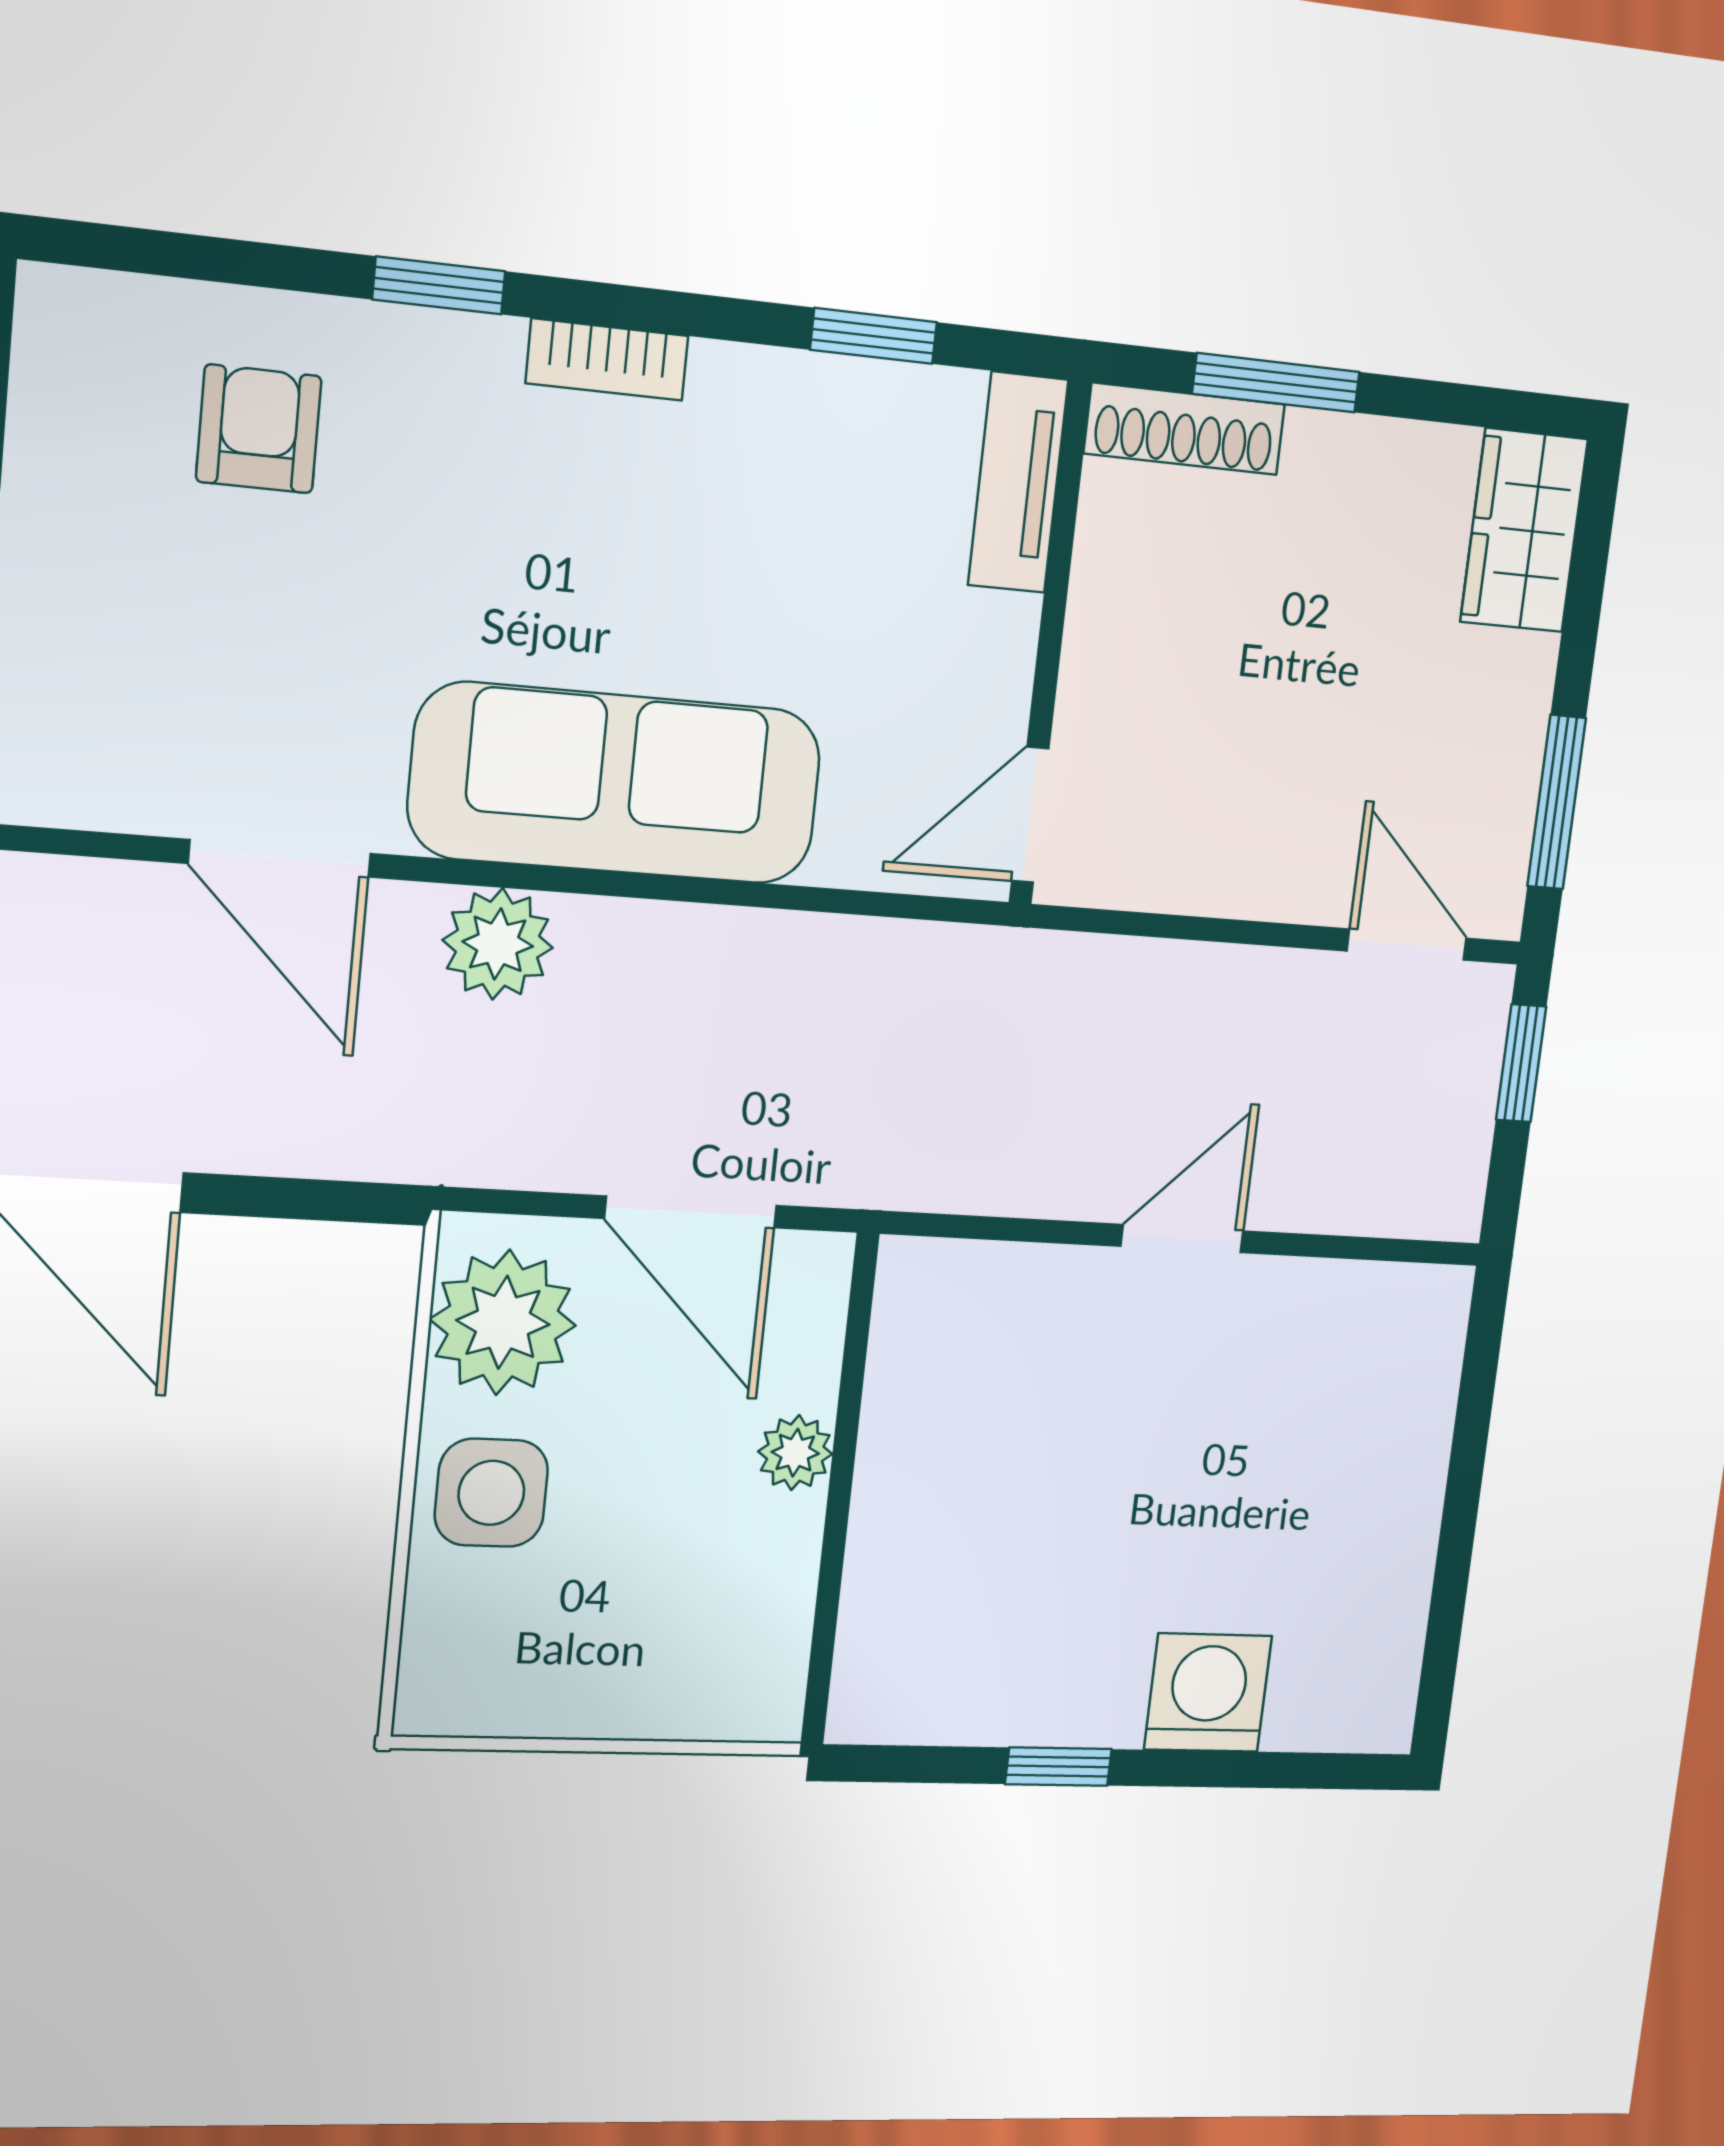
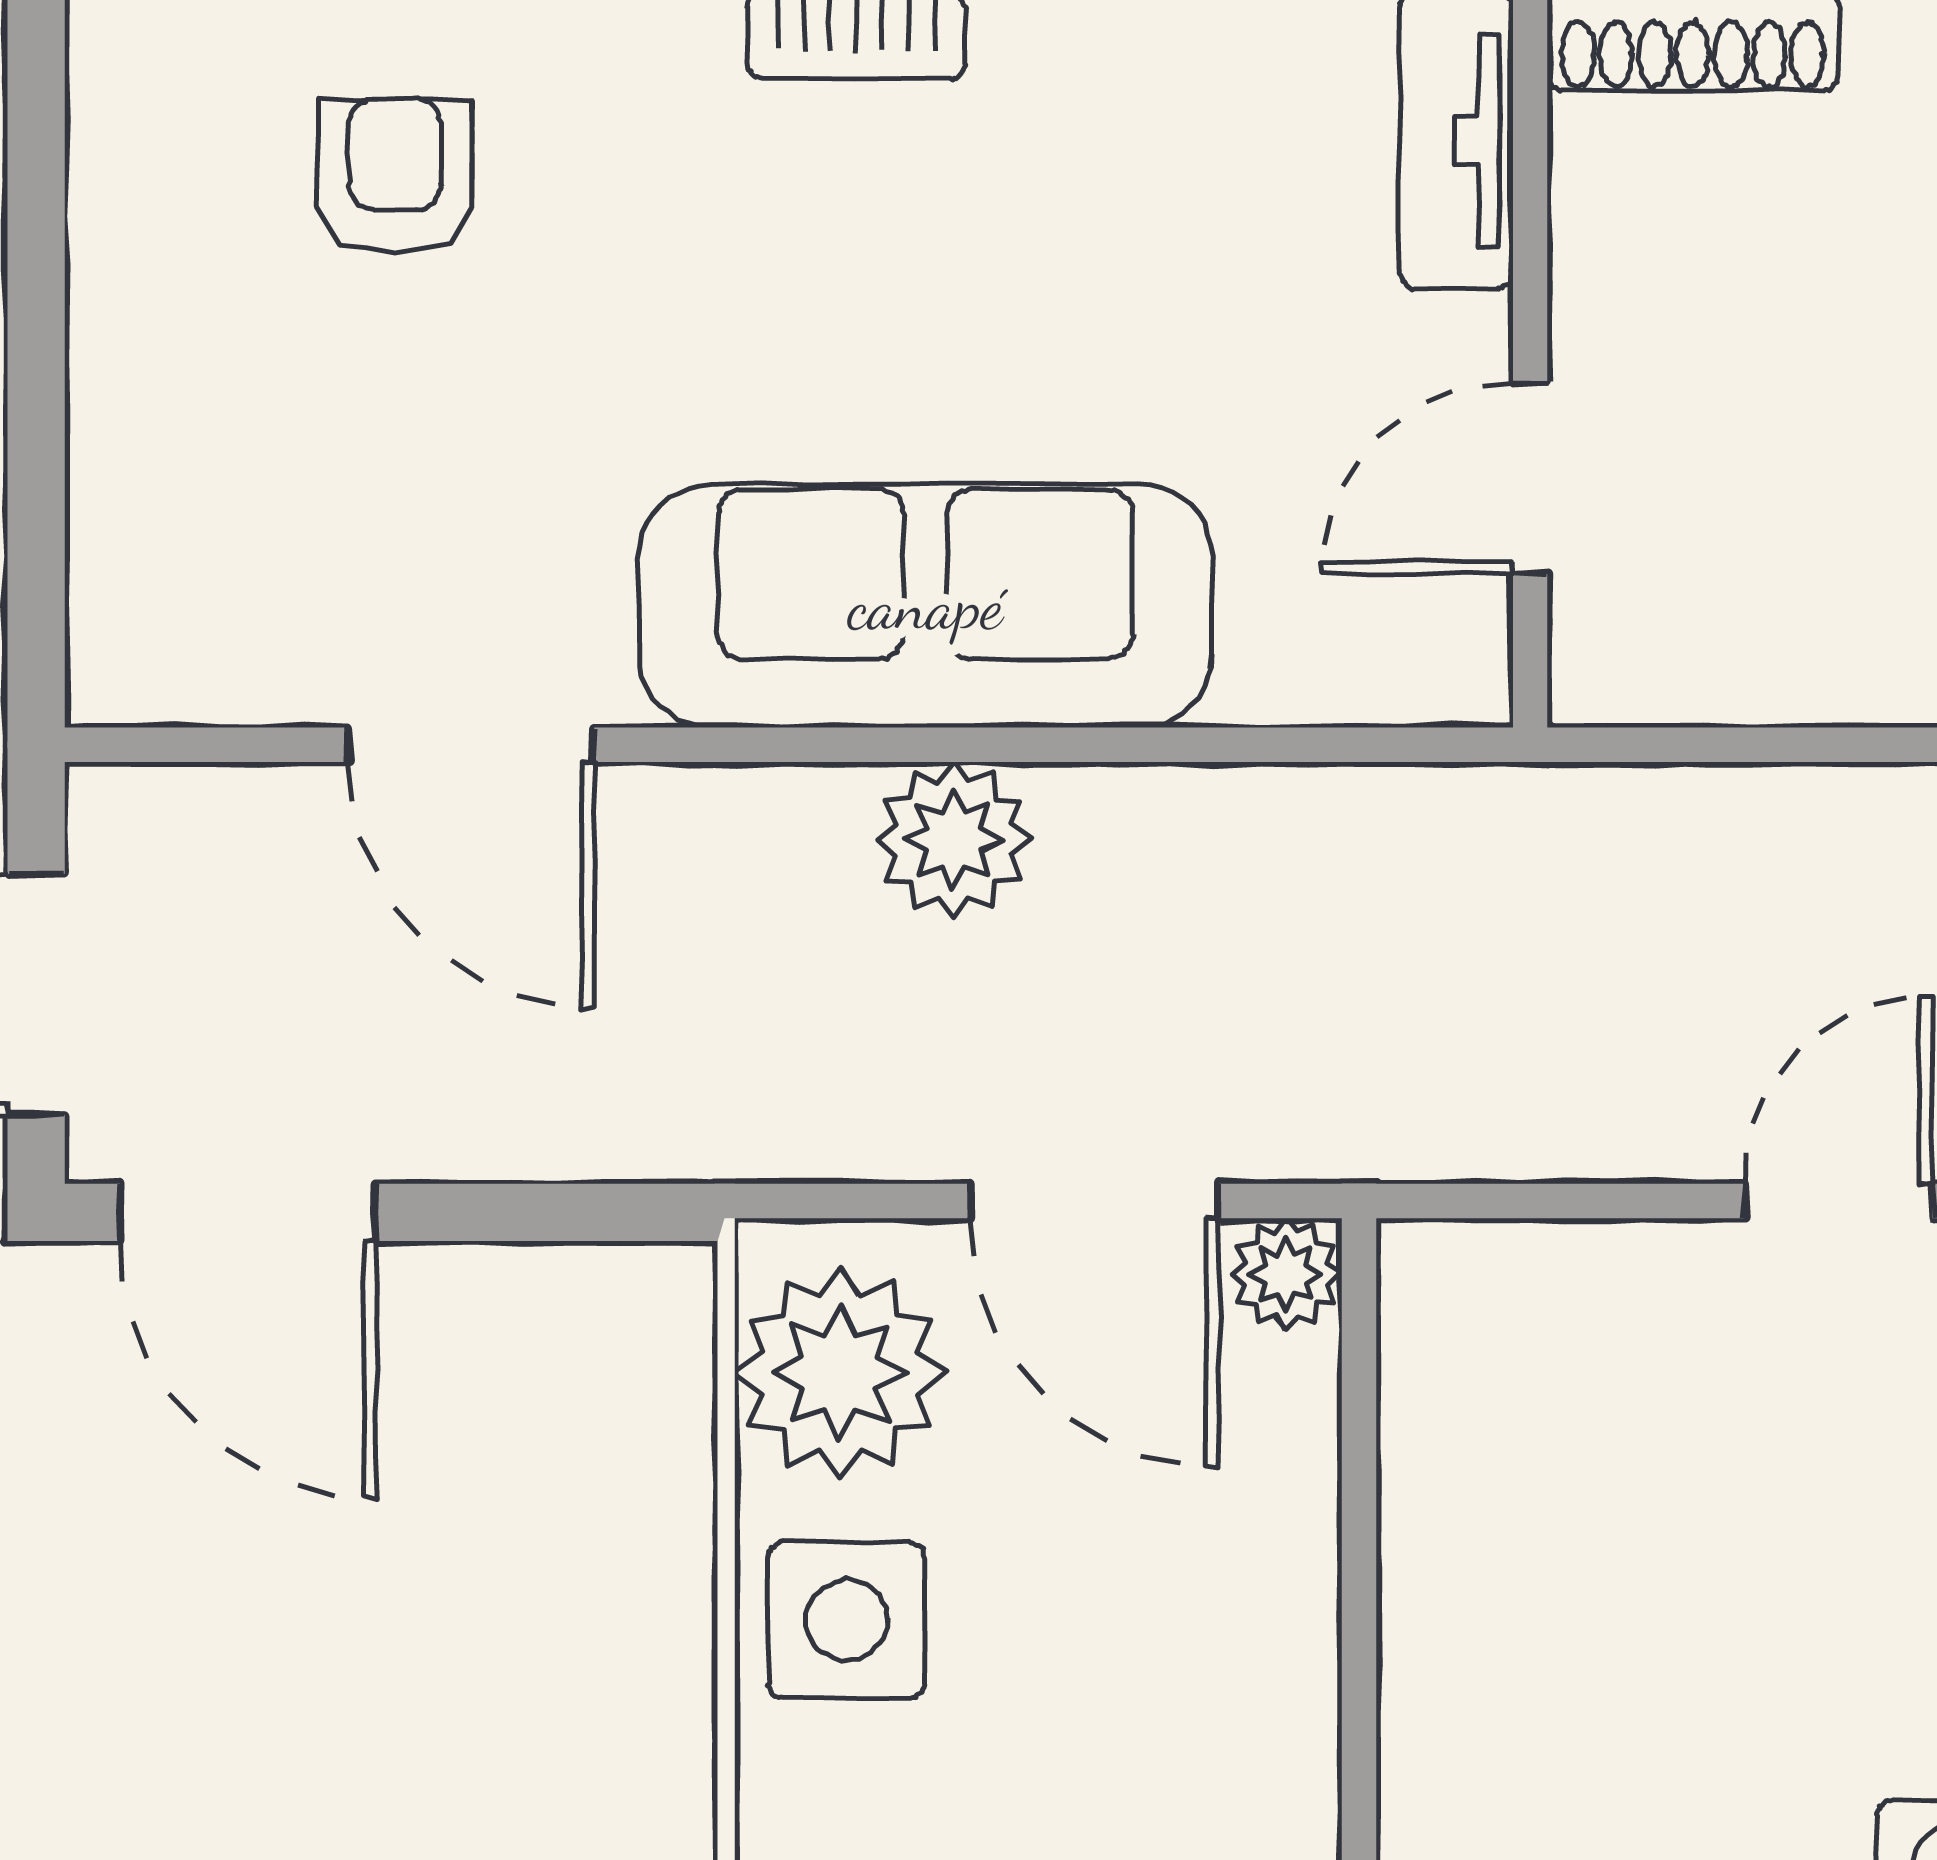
door: (1030, 815) -> (1530, 478), moved
plant: (498, 944) -> (953, 840), moved
plant: (795, 1453) -> (1286, 1274), moved

